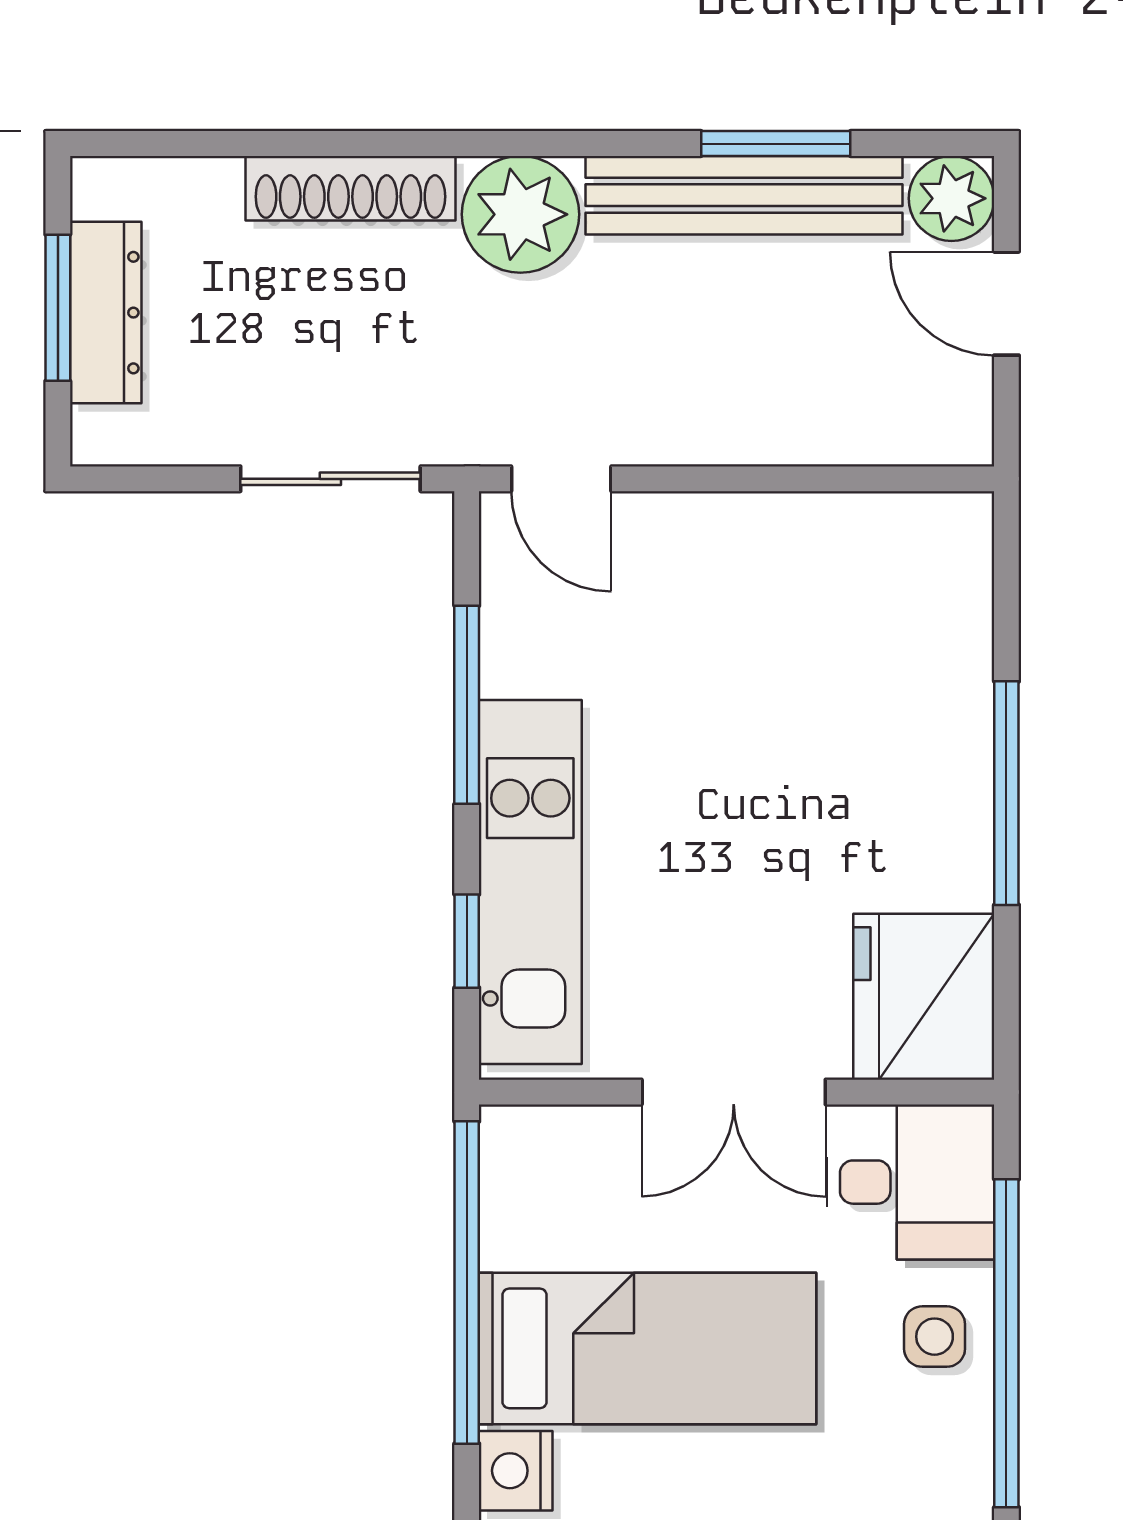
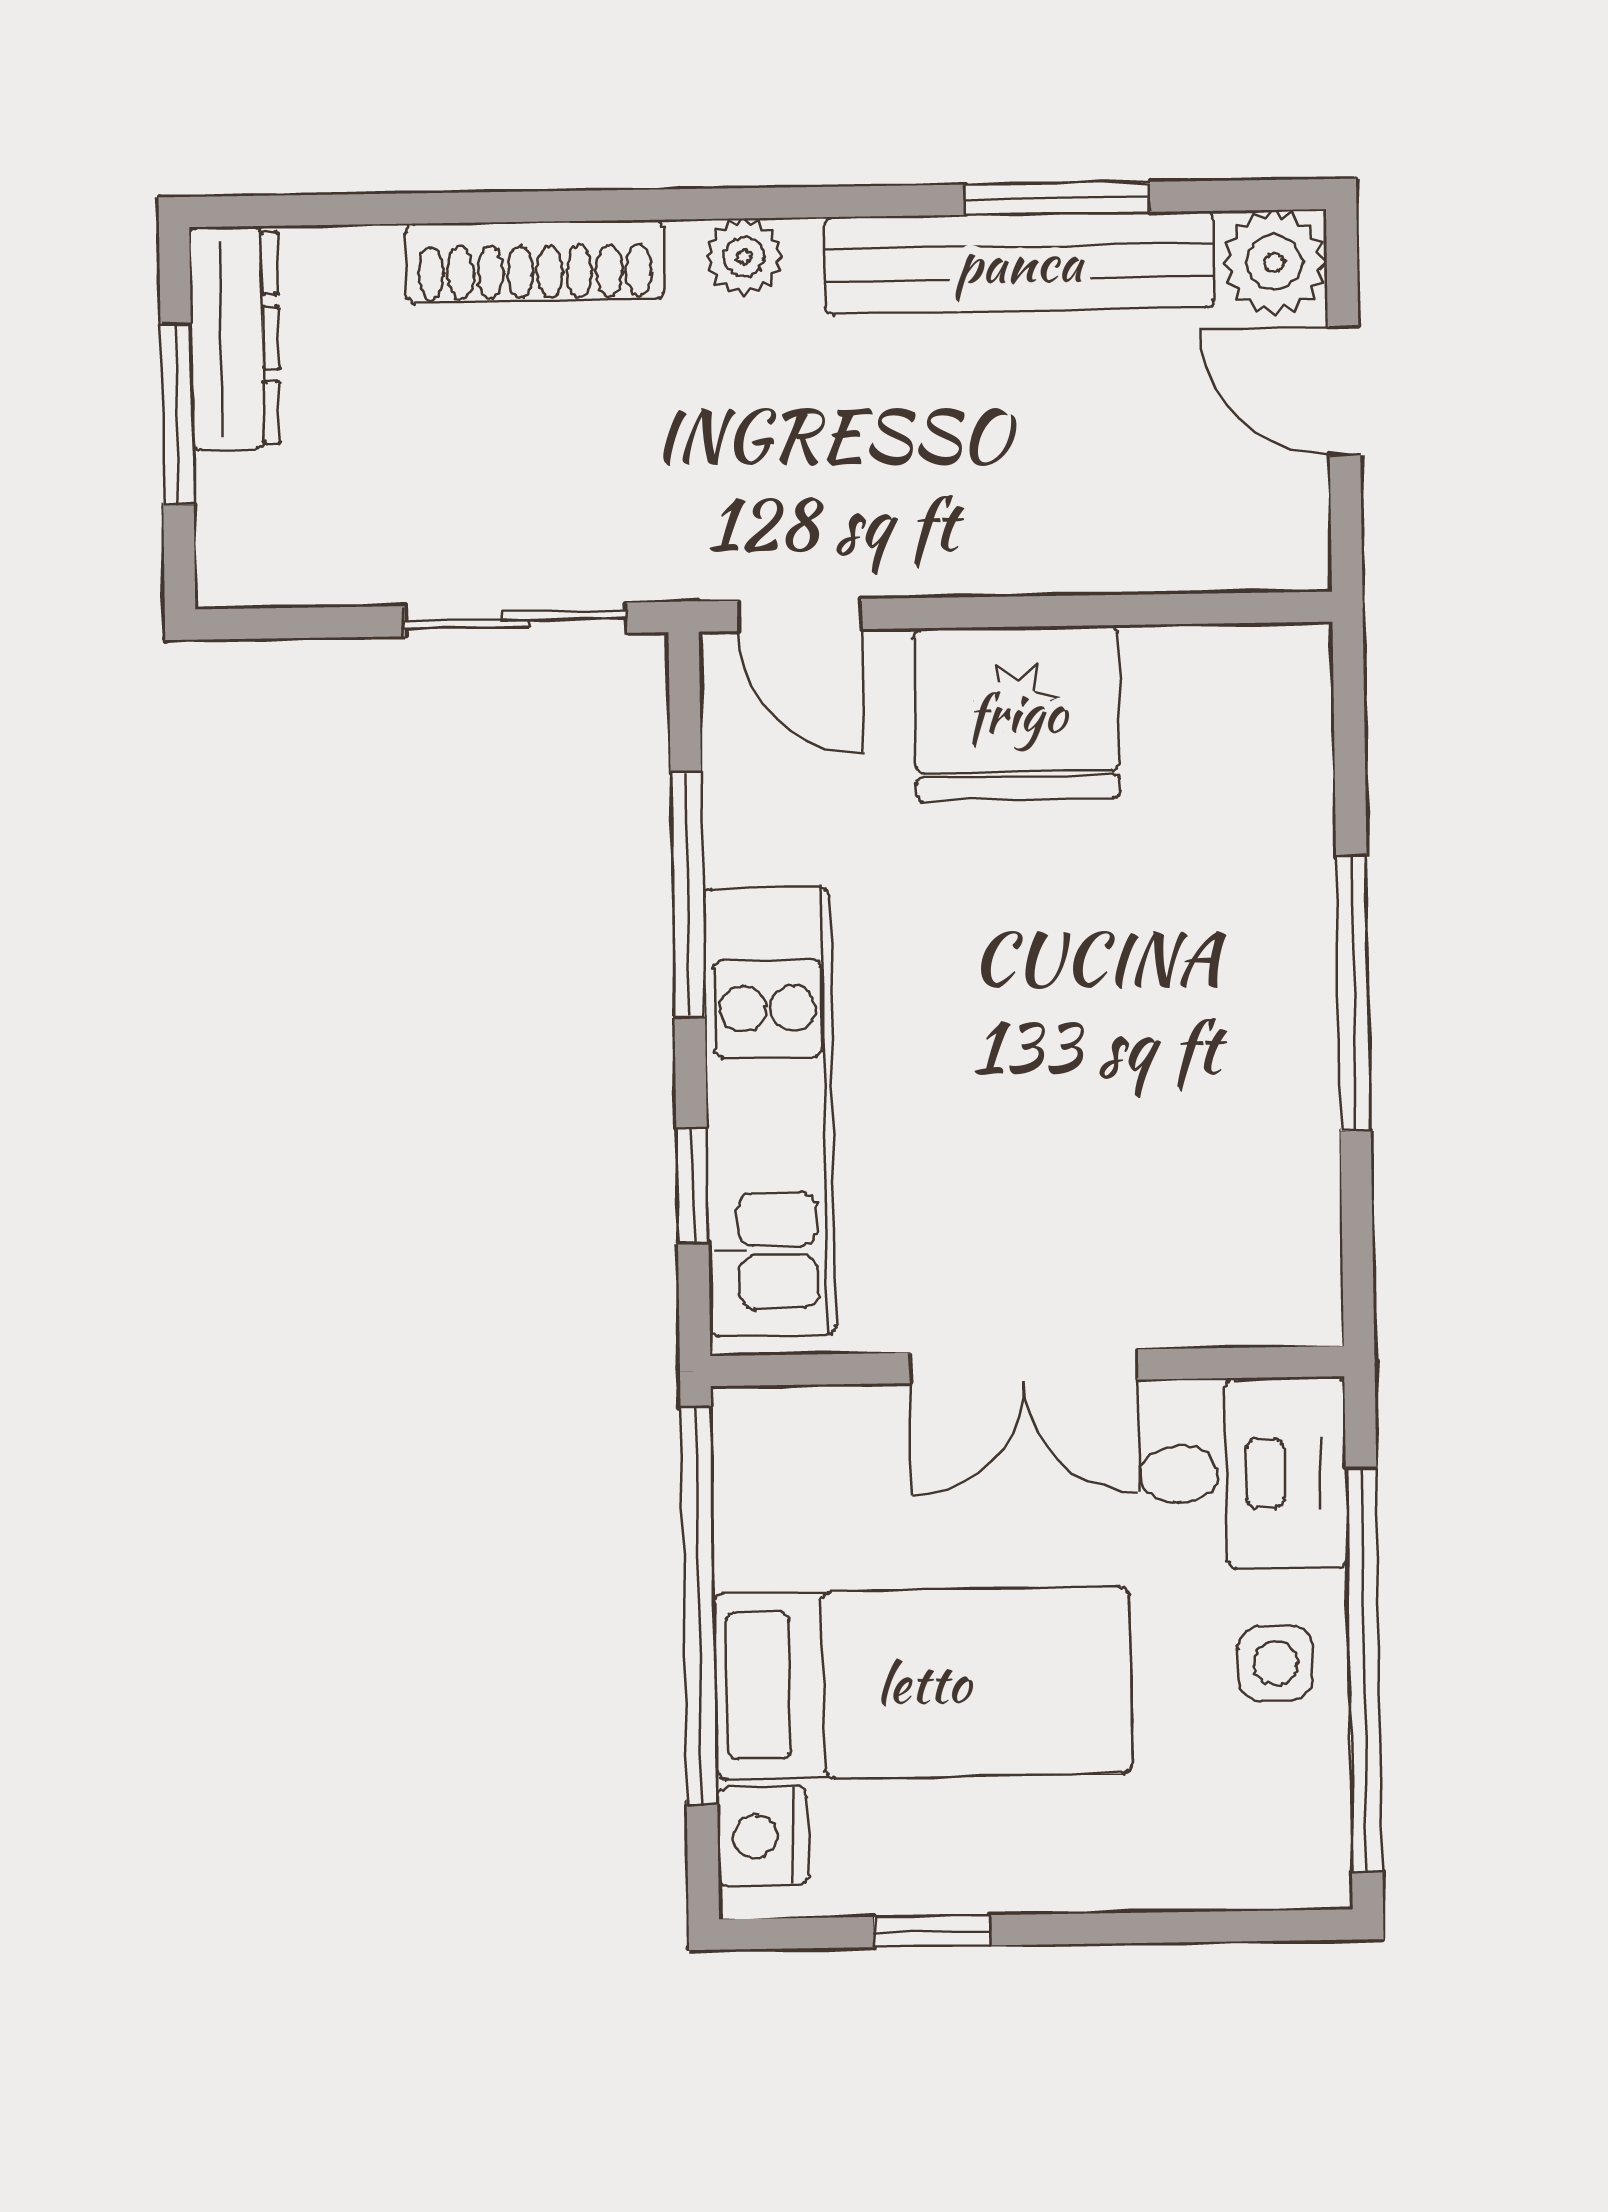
plant: (520, 214) -> (744, 257), width x0.53, depth x0.53
dresser: (106, 313) -> (235, 338), moved
fridge: (924, 997) -> (1017, 713), moved, turned -90

